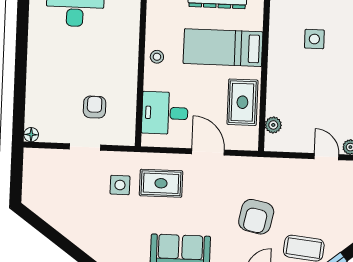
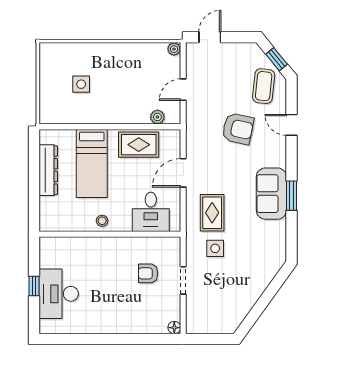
door: (327, 157) -> (183, 90), moved

